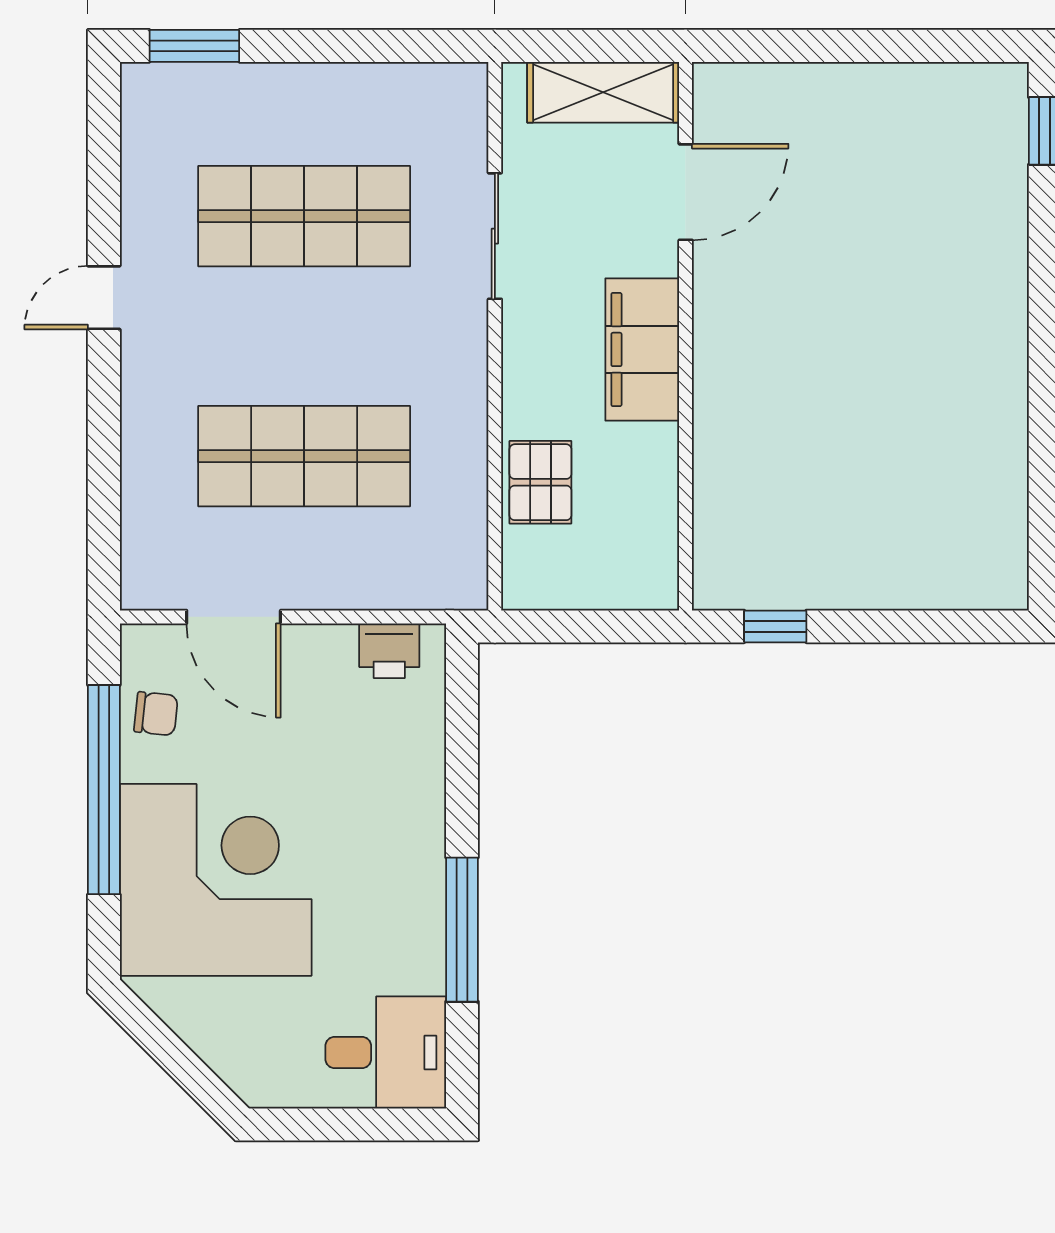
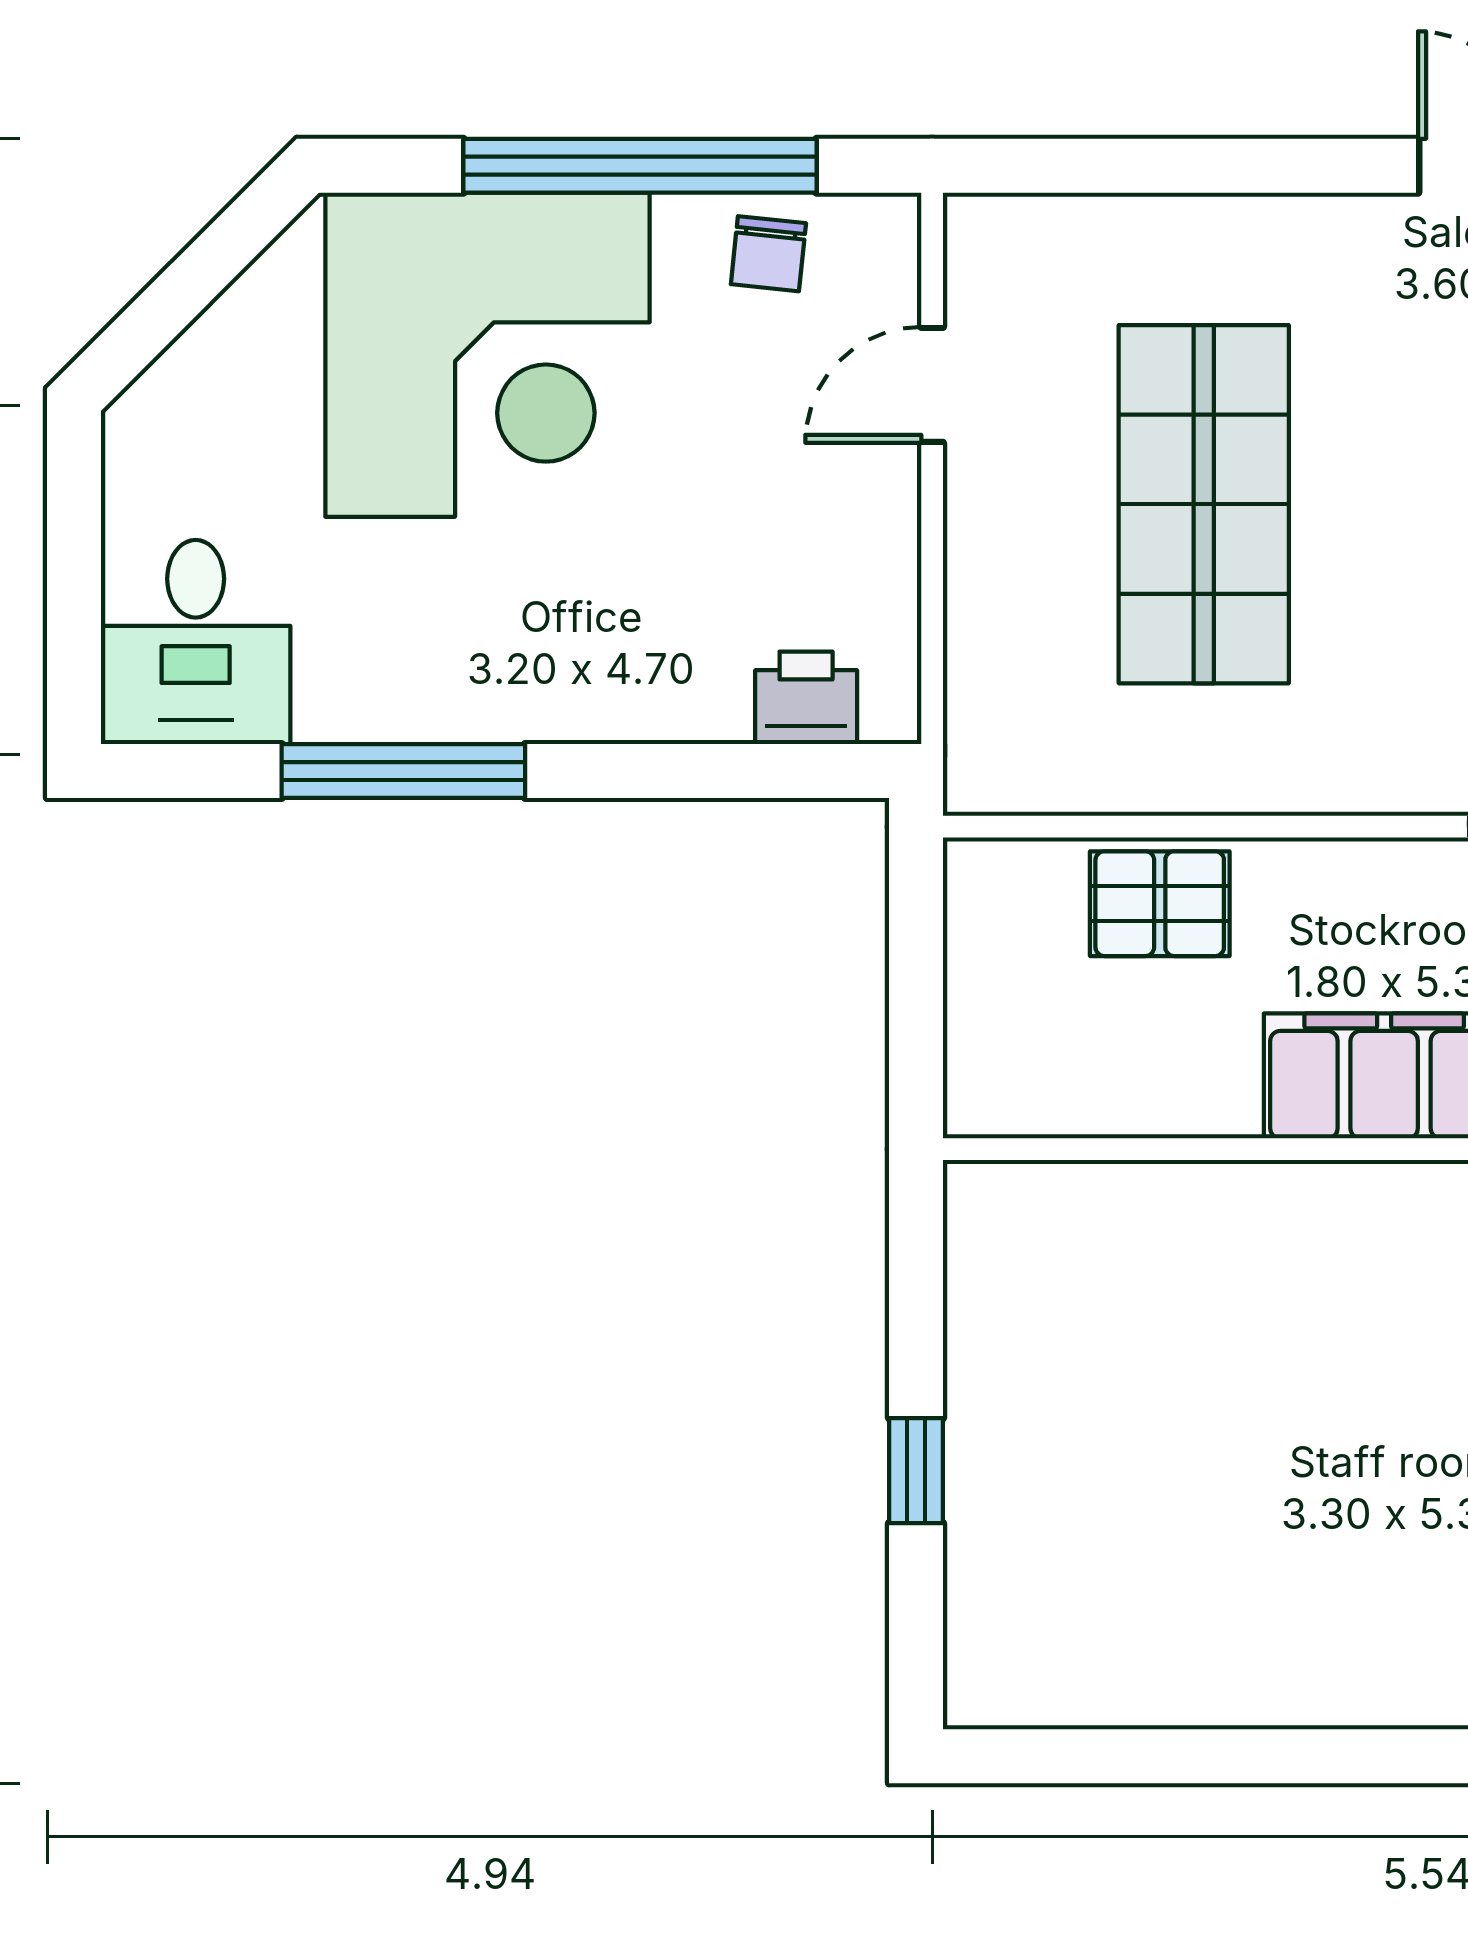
door: (234, 617) -> (932, 385), width x0.73
window: (775, 626) -> (916, 1471), moved
printer: (389, 651) -> (806, 698), moved, turned 90

